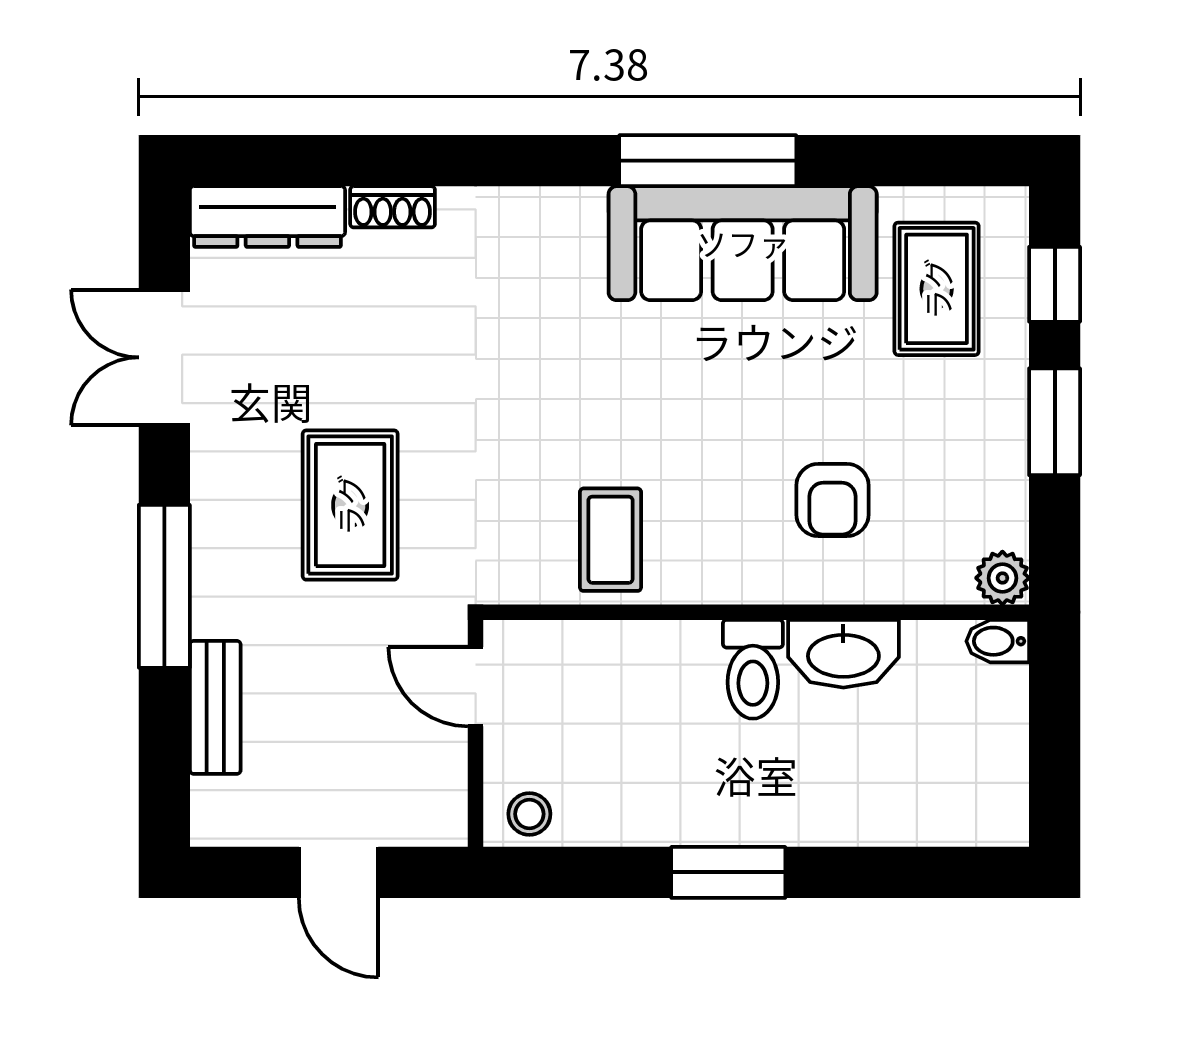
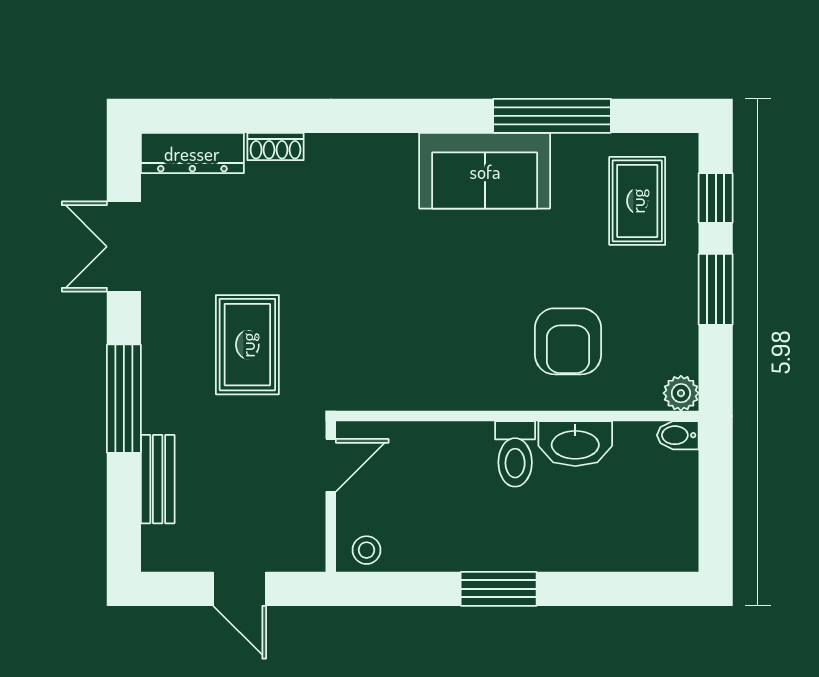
window: (708, 161) -> (552, 116), moved
sofa: (743, 243) -> (485, 171), width x0.73
armchair: (833, 500) -> (568, 341), width x1.38, depth x1.38
coffee table: (610, 540) -> (420, 368), removed
door: (476, 687) -> (331, 465), swing flipped

